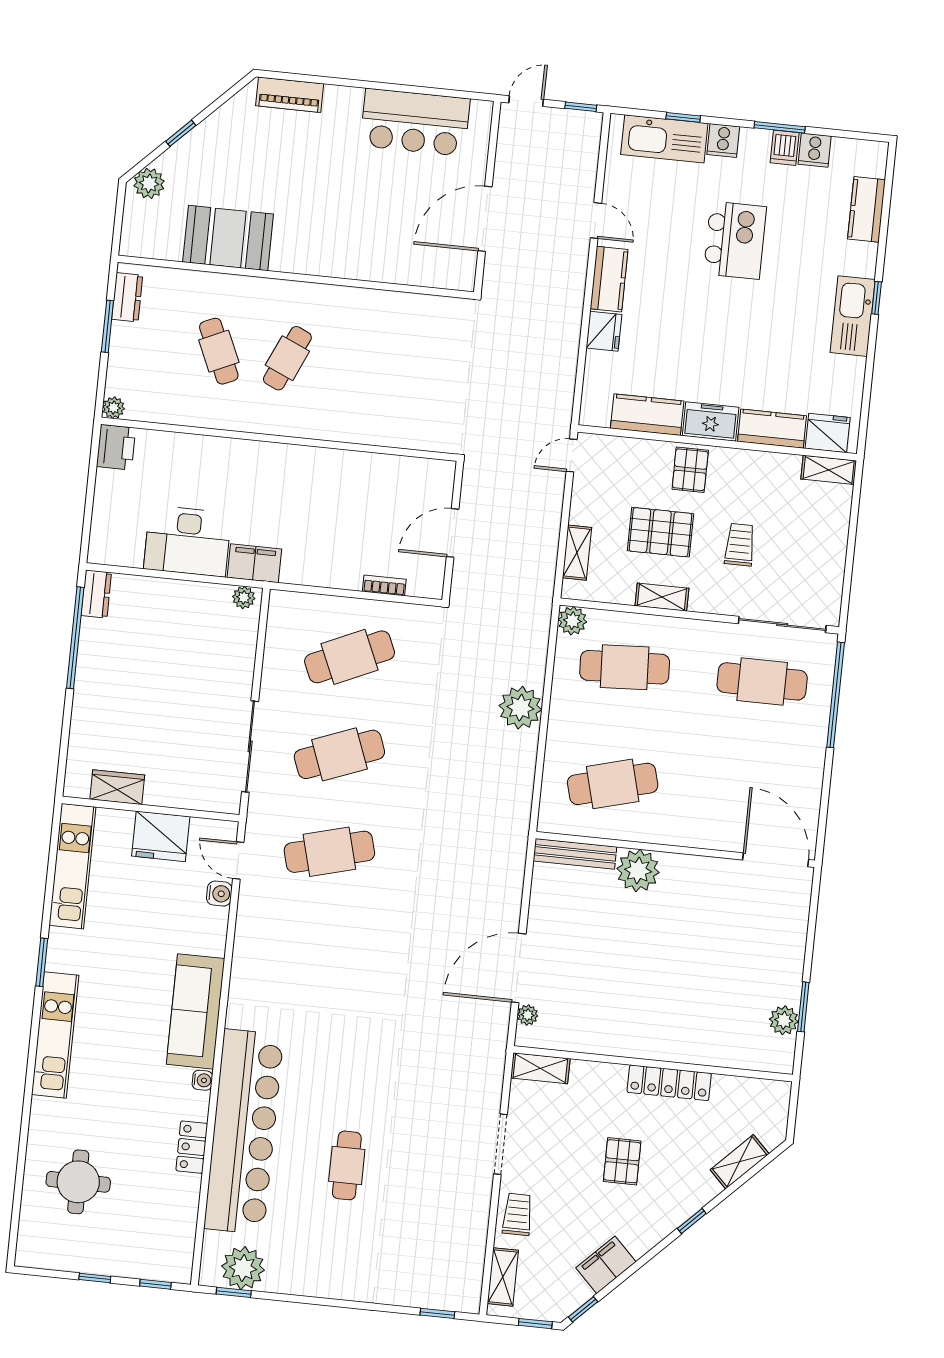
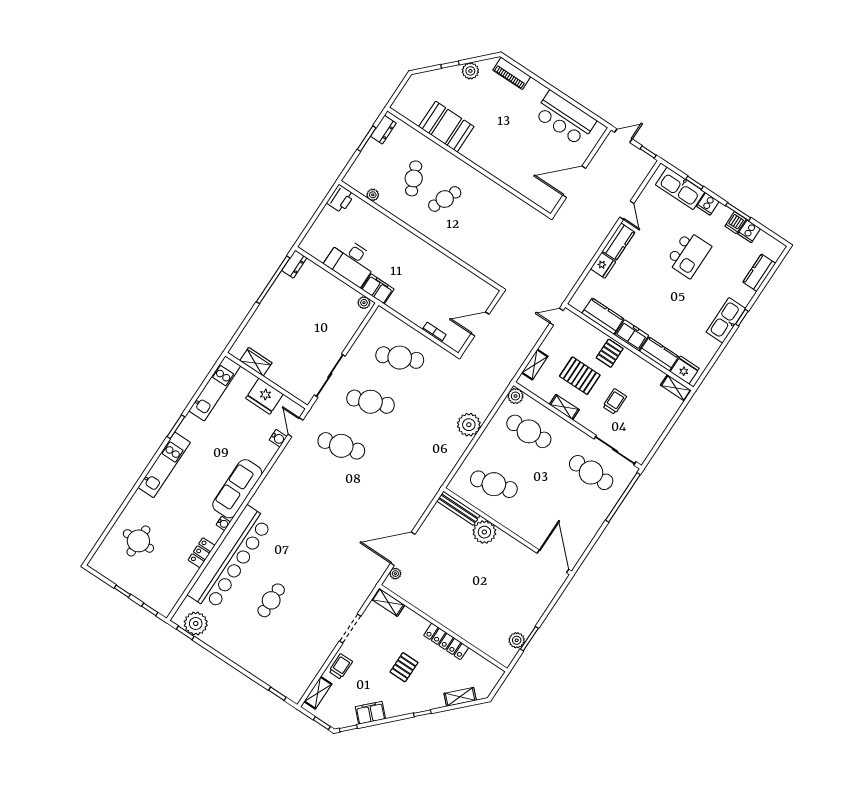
plant: (149, 183) -> (470, 71), moved
plant: (114, 408) -> (373, 195), moved

